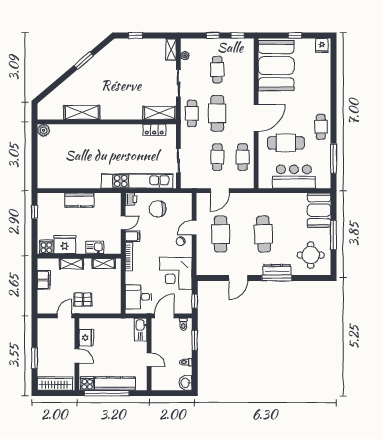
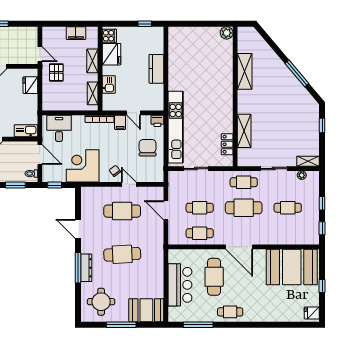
window: (84, 61) -> (297, 73), width x1.44
shelving: (159, 113) -> (244, 131), moved
fridge: (86, 338) -> (30, 85), moved, turned 90

